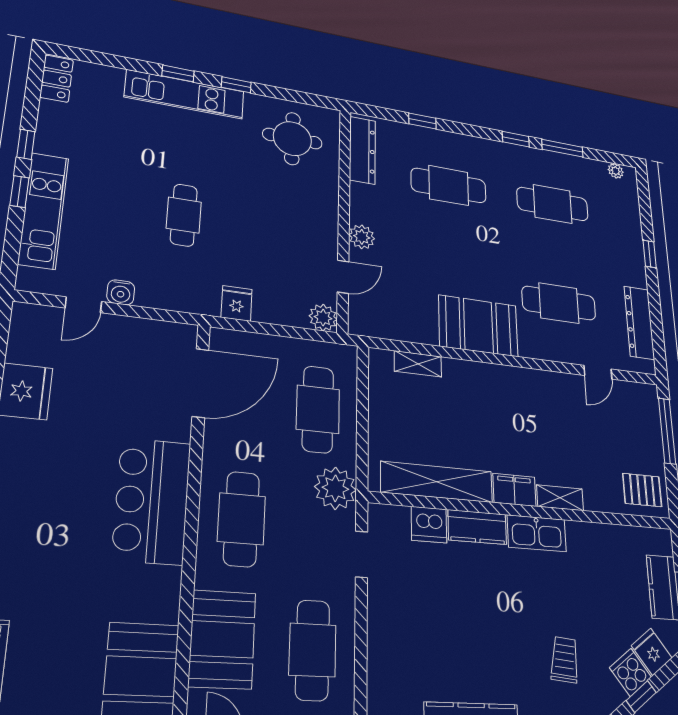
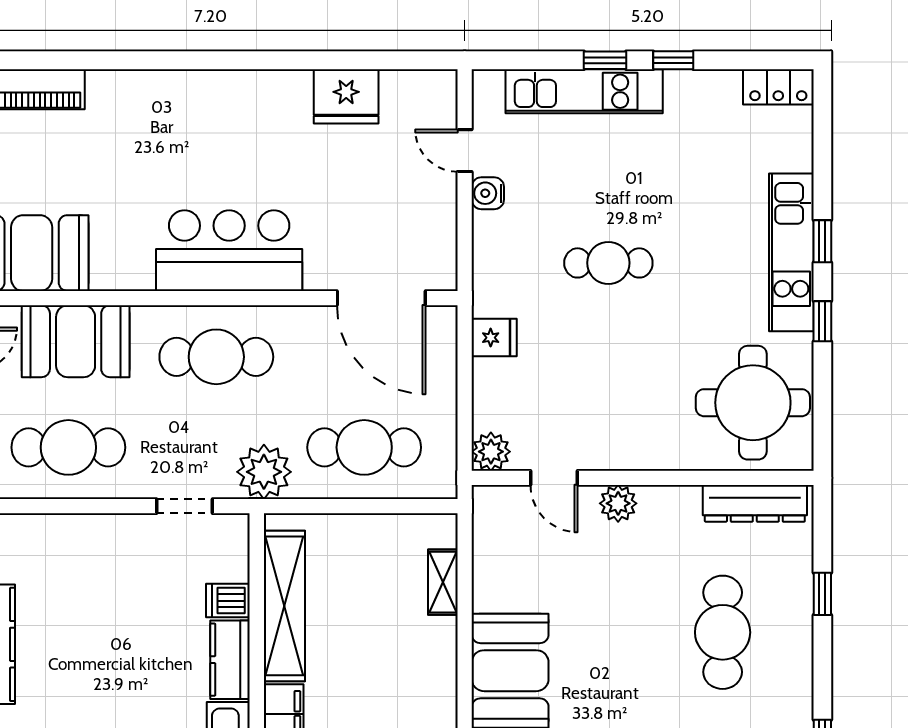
round table: (292, 139) -> (753, 403), width x1.36, depth x1.36
dishwasher: (429, 525) -> (228, 601), width x0.73

